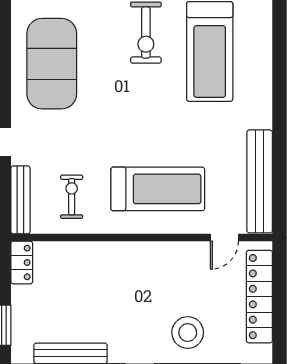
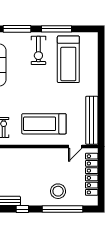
treadmill: (158, 189) -> (44, 124), turned 180

